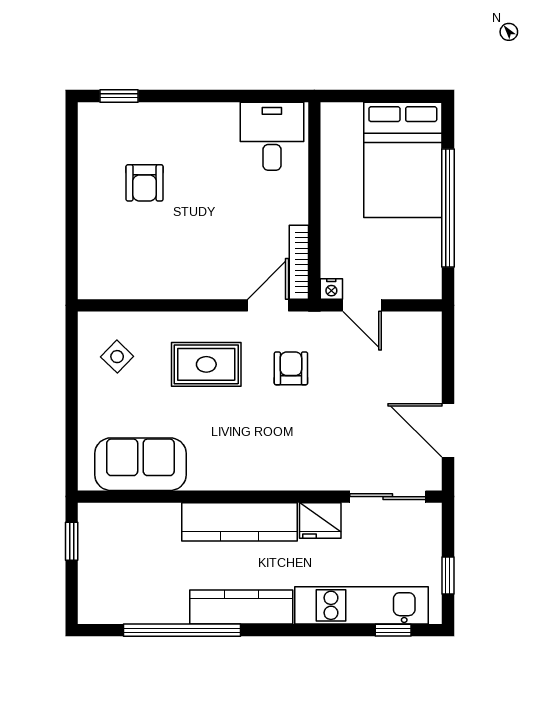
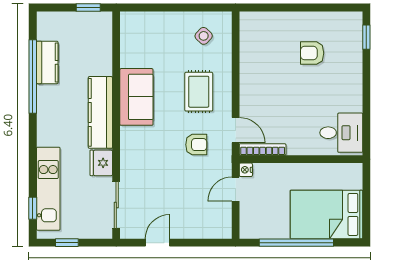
door: (448, 430) -> (158, 243), width x0.73
sofa: (140, 464) -> (136, 97), moved
kitchen counter: (241, 607) -> (47, 62), moved, width x0.67

